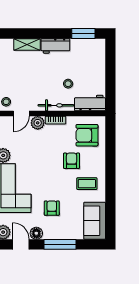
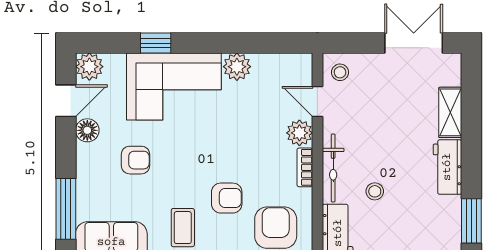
window: (60, 244) -> (66, 209), moved

